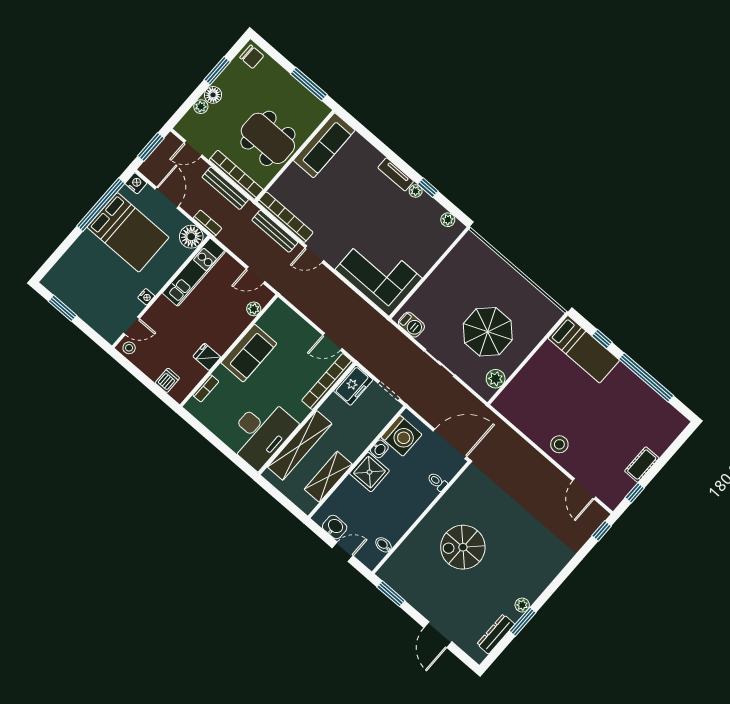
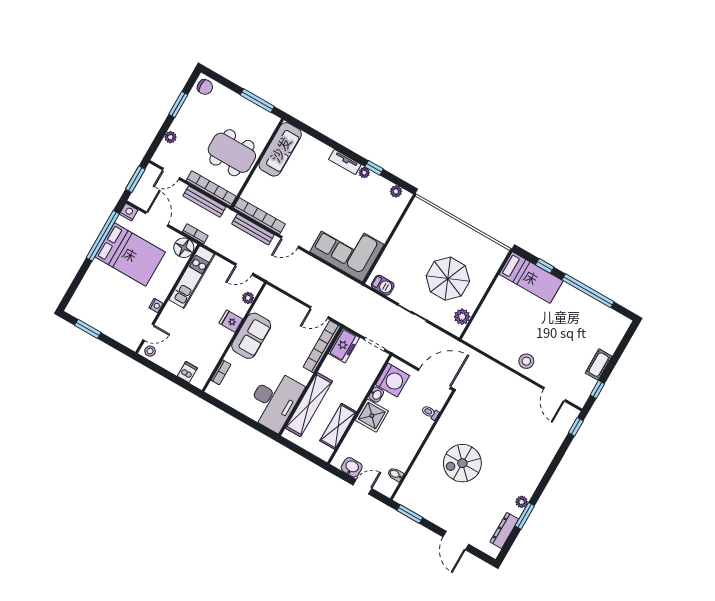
floor lamp: (213, 95) -> (179, 125), removed
fridge: (207, 357) -> (231, 321), moved

